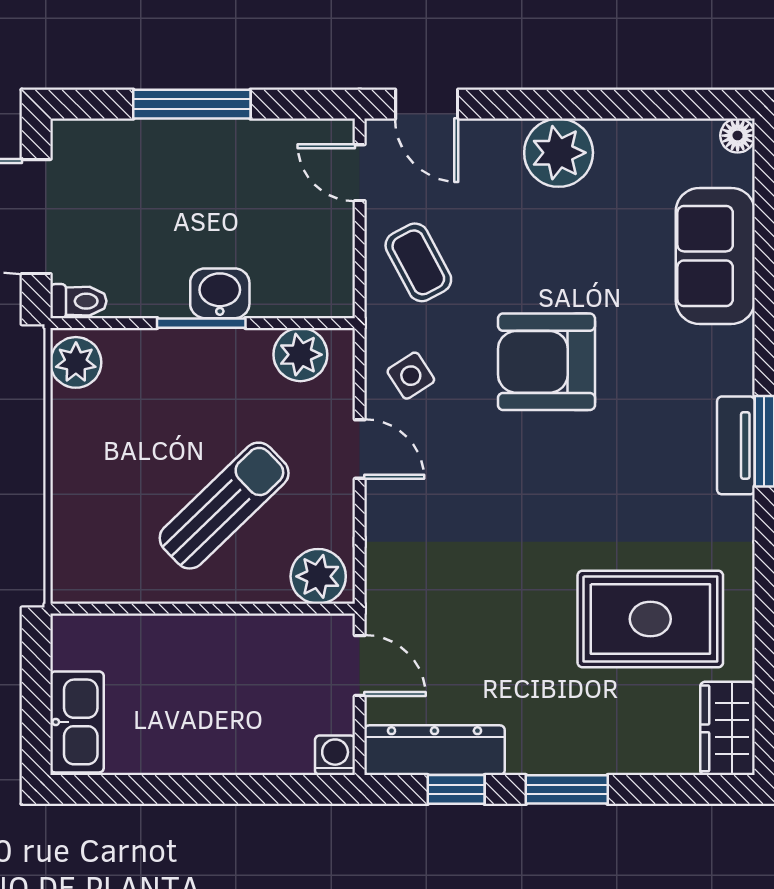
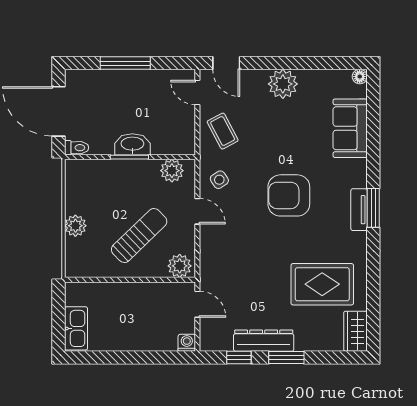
washbasin: (220, 293) -> (132, 144), width x1.38
plant: (76, 362) -> (75, 226), moved
armchair: (546, 362) -> (289, 195), moved
dresser: (434, 750) -> (264, 341), moved

